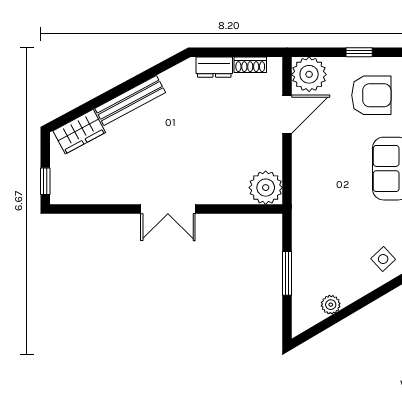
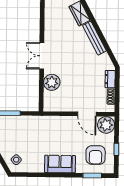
plant: (266, 188) -> (52, 82), moved

